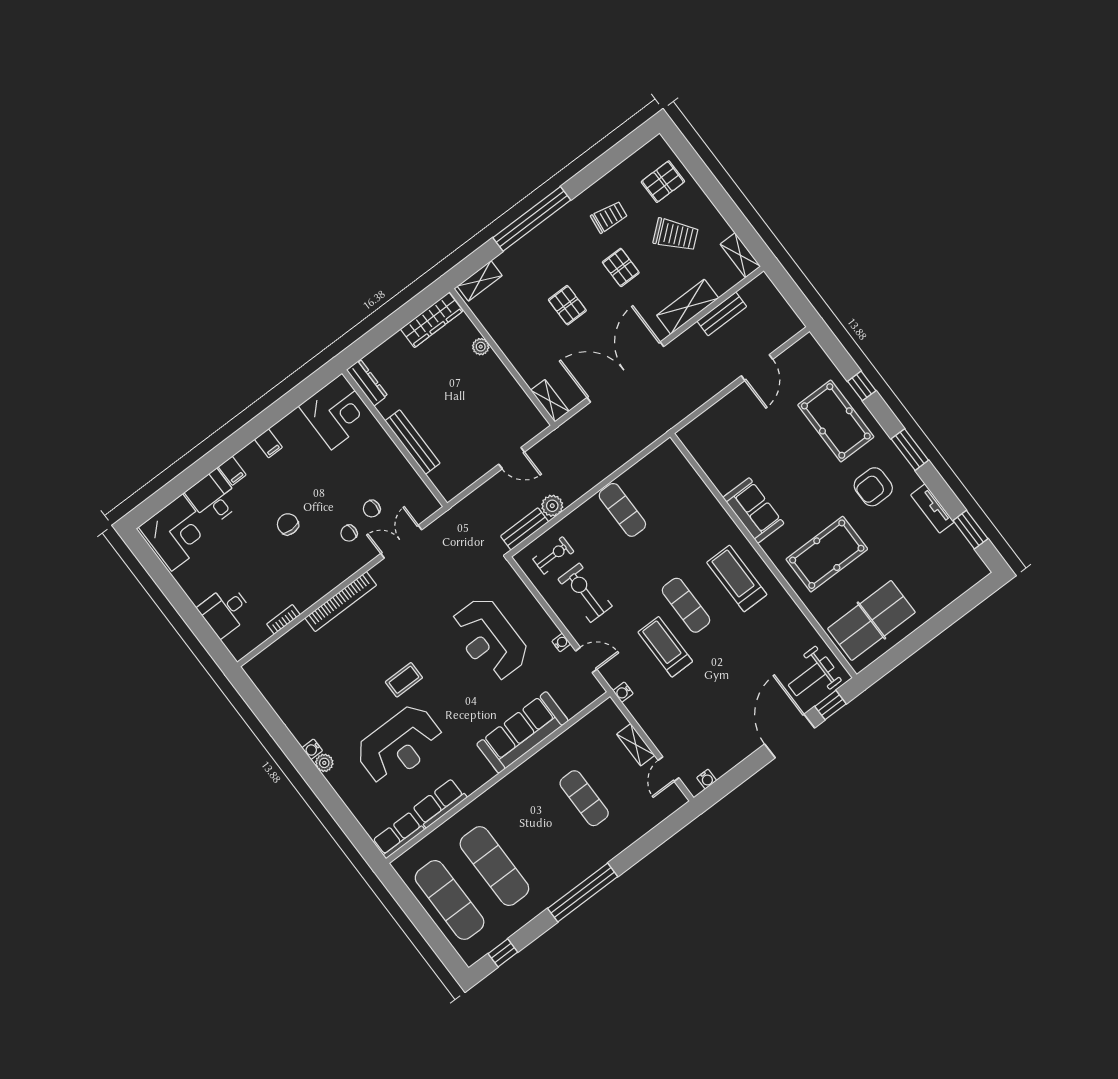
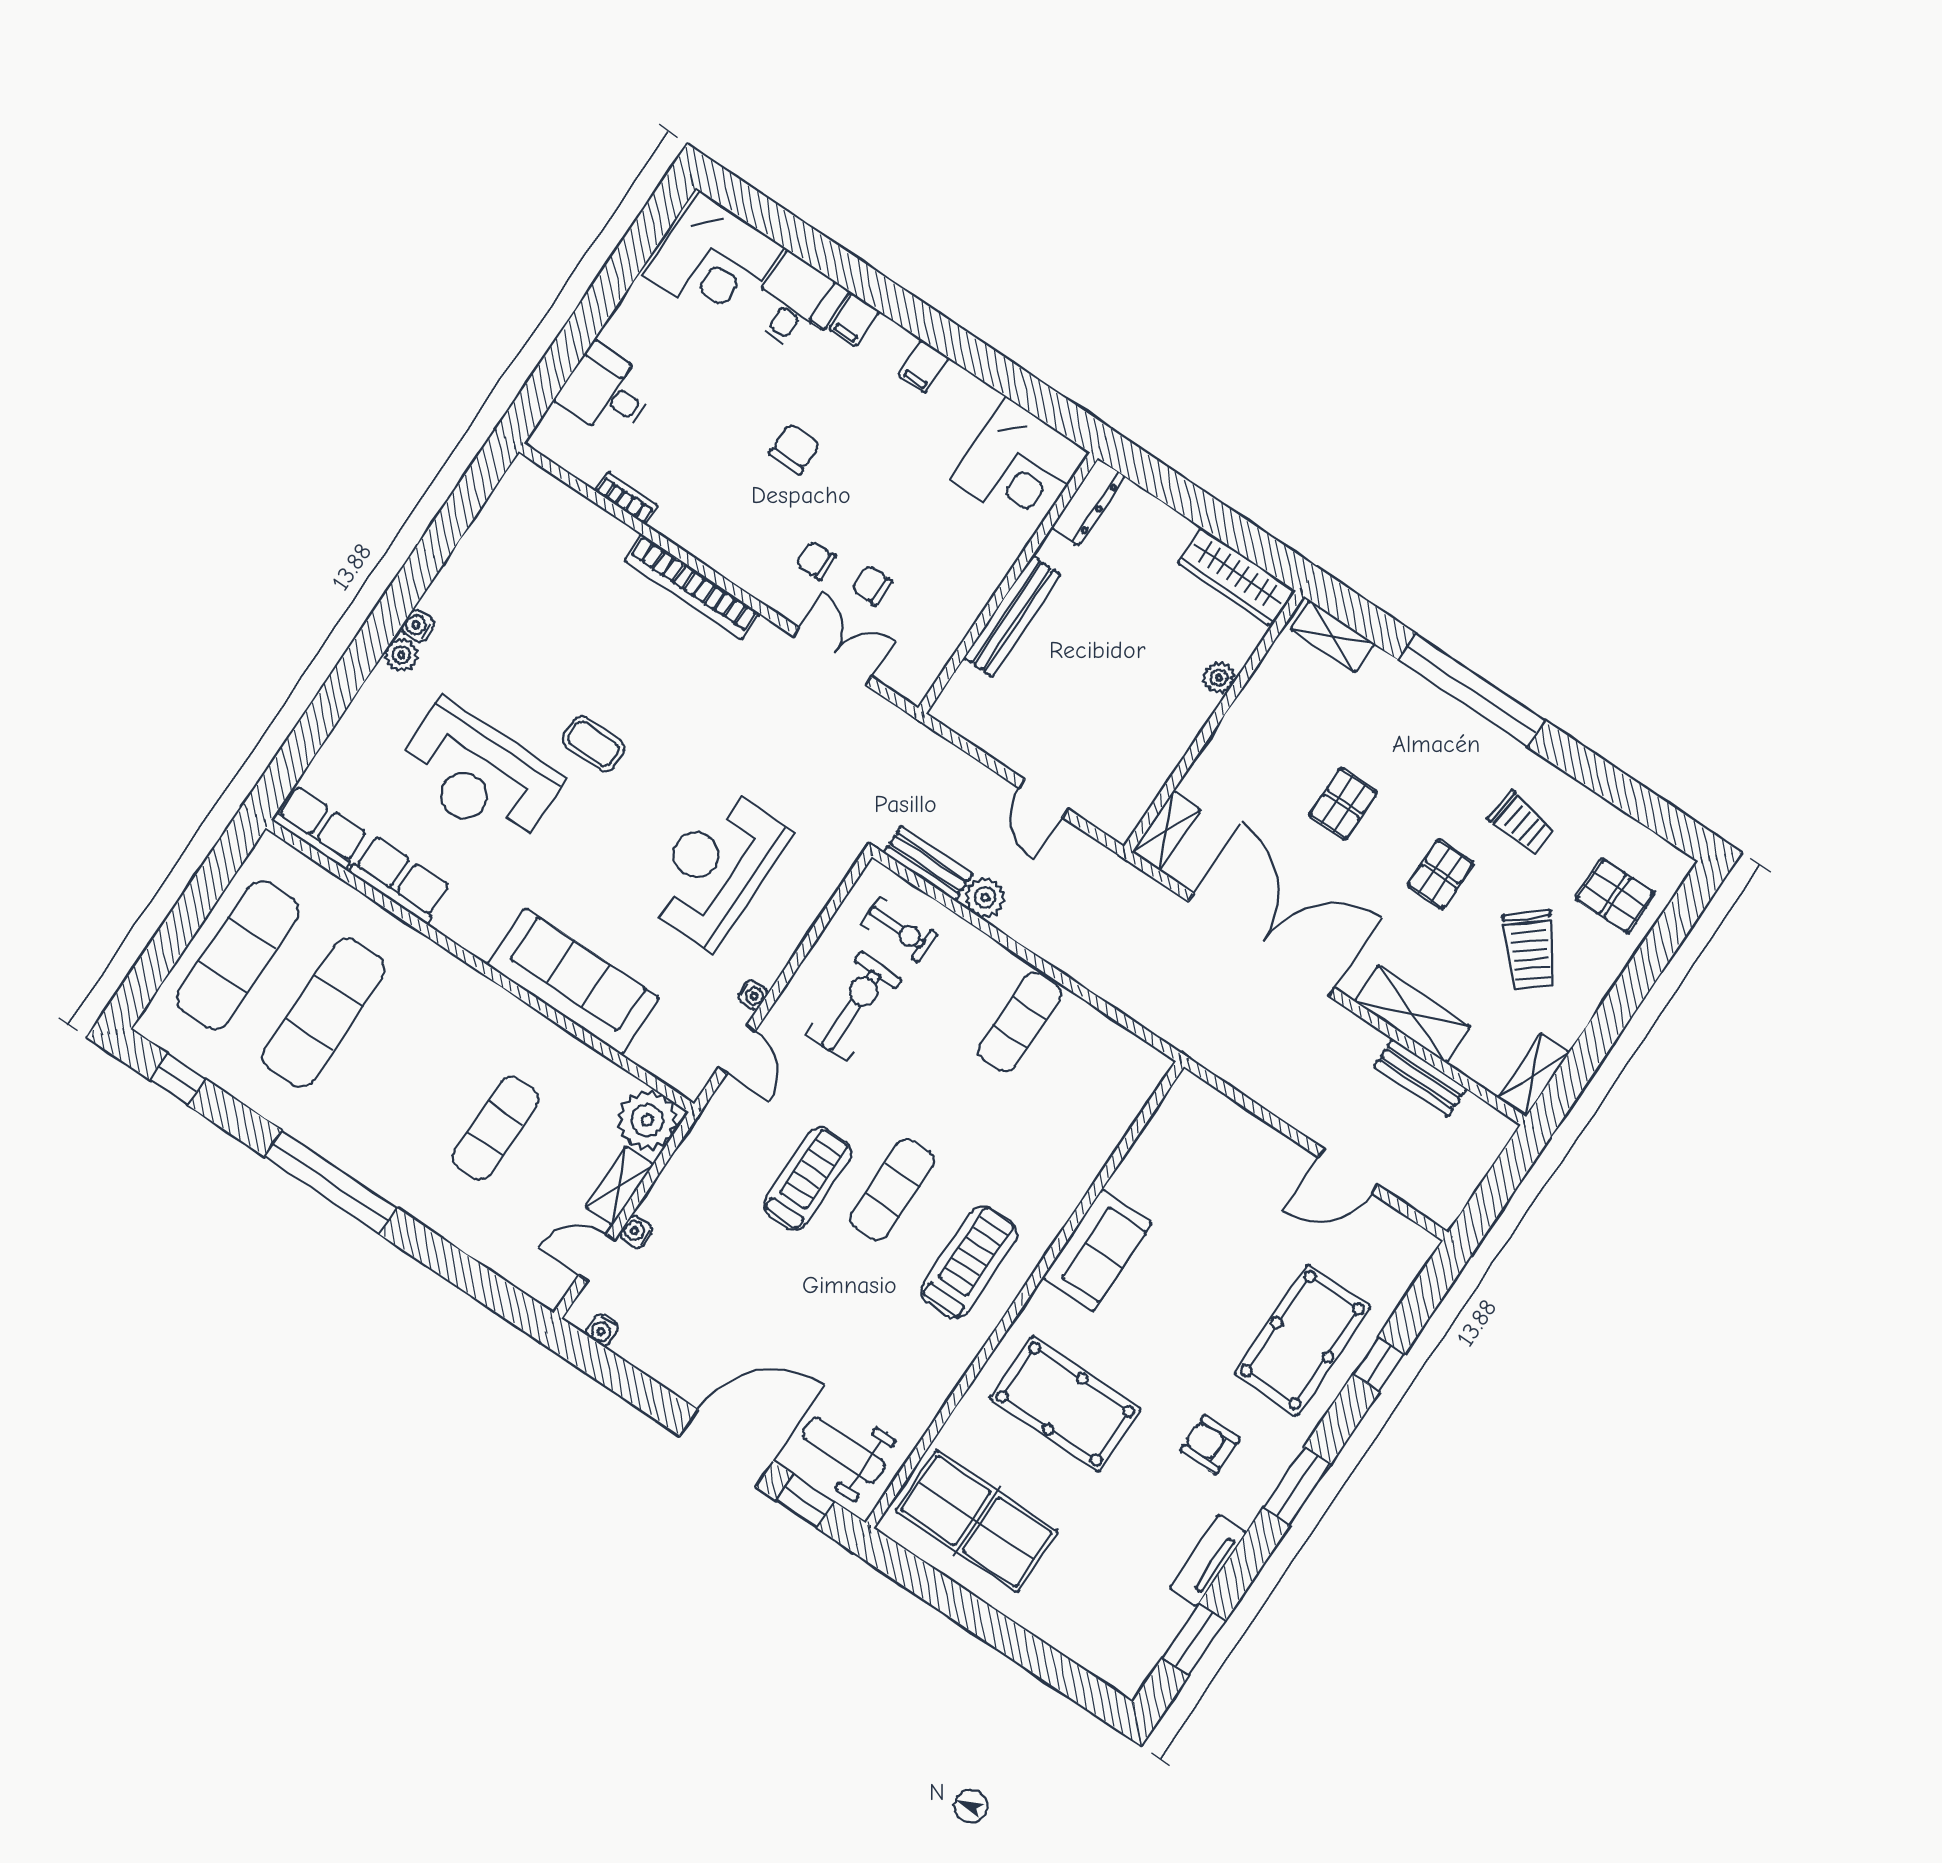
armchair: (873, 487) -> (1210, 1444), width x0.72, depth x0.72
water cooler: (623, 692) -> (636, 1232), moved
plant: (607, 719) -> (647, 1120), added

